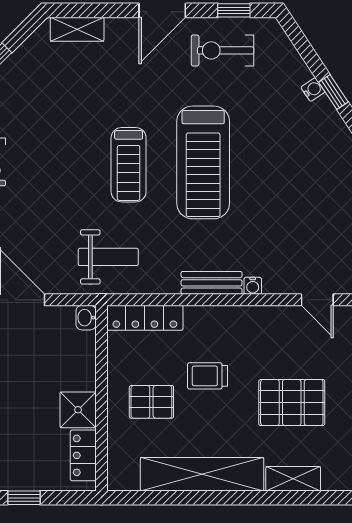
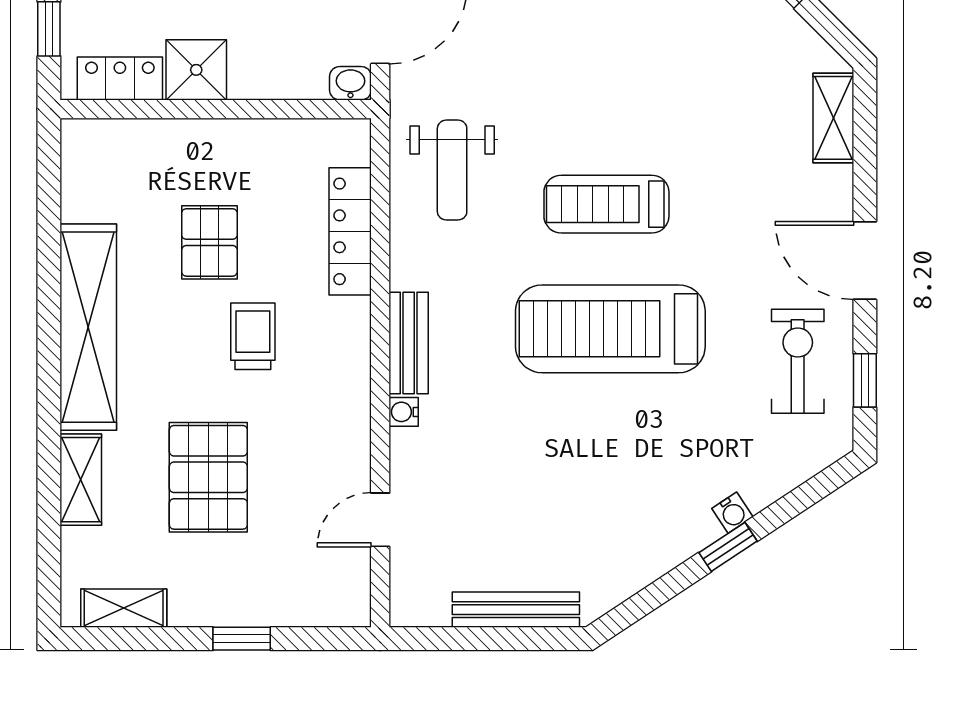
washbasin: (86, 318) -> (350, 83), moved
wall: (101, 398) -> (216, 109), moved
shower: (78, 410) -> (196, 70), moved
locker: (83, 455) -> (120, 79), moved

